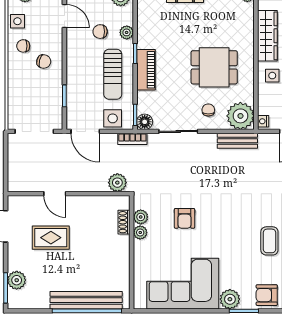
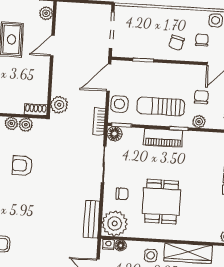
chair: (23, 46) -> (202, 40), moved
floor lamp: (264, 108) -> (121, 245), added
plant: (21, 202) -> (46, 13), added
shoe rack: (124, 222) -> (36, 110), moved

